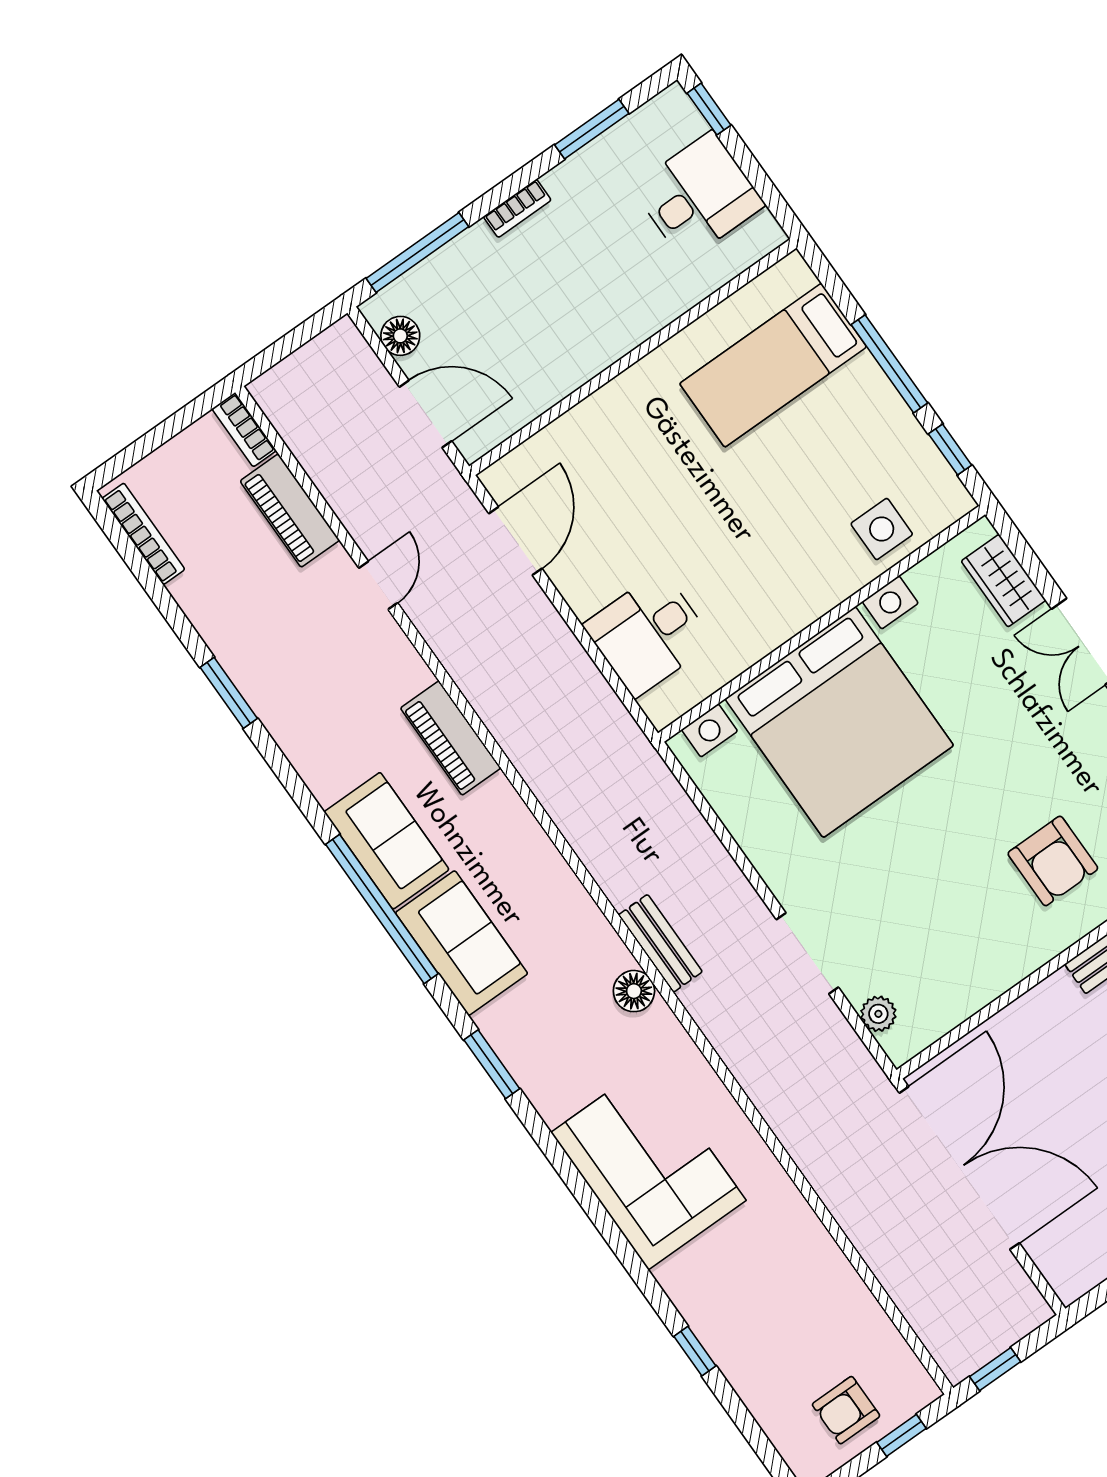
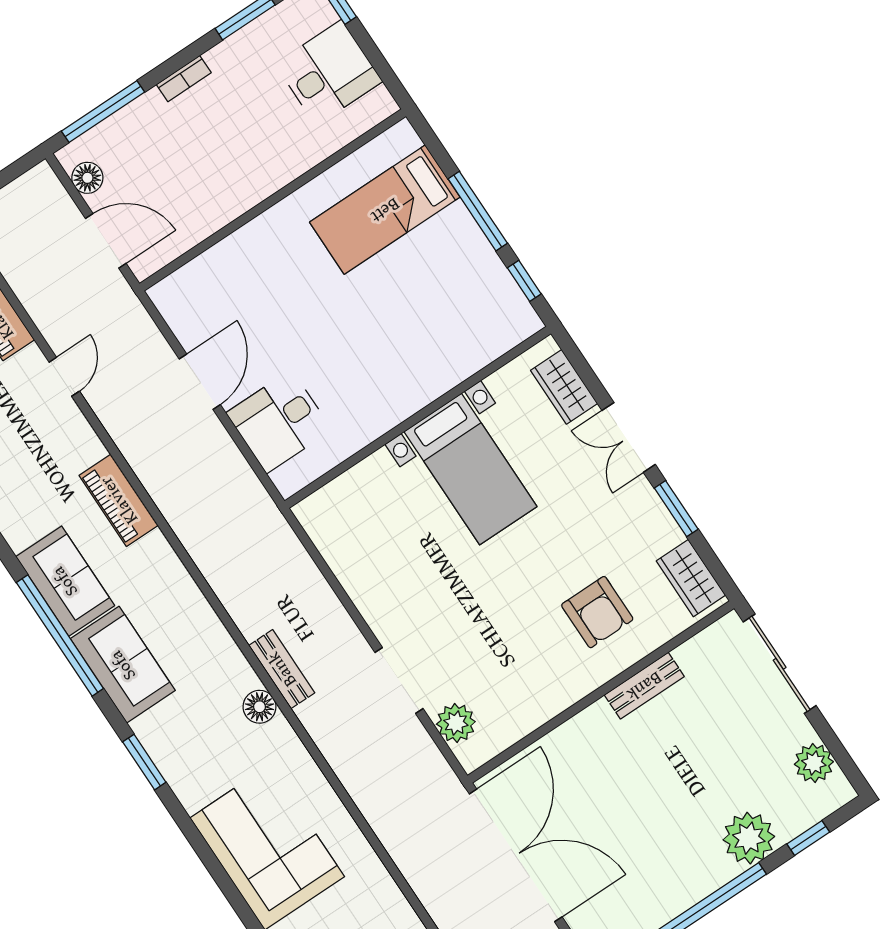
side table: (882, 529) -> (468, 343), removed
door: (515, 541) -> (200, 382), moved
bed with nightstands: (839, 722) -> (471, 469), width x0.54
plant: (878, 1014) -> (456, 723), width x1.38, depth x1.38

